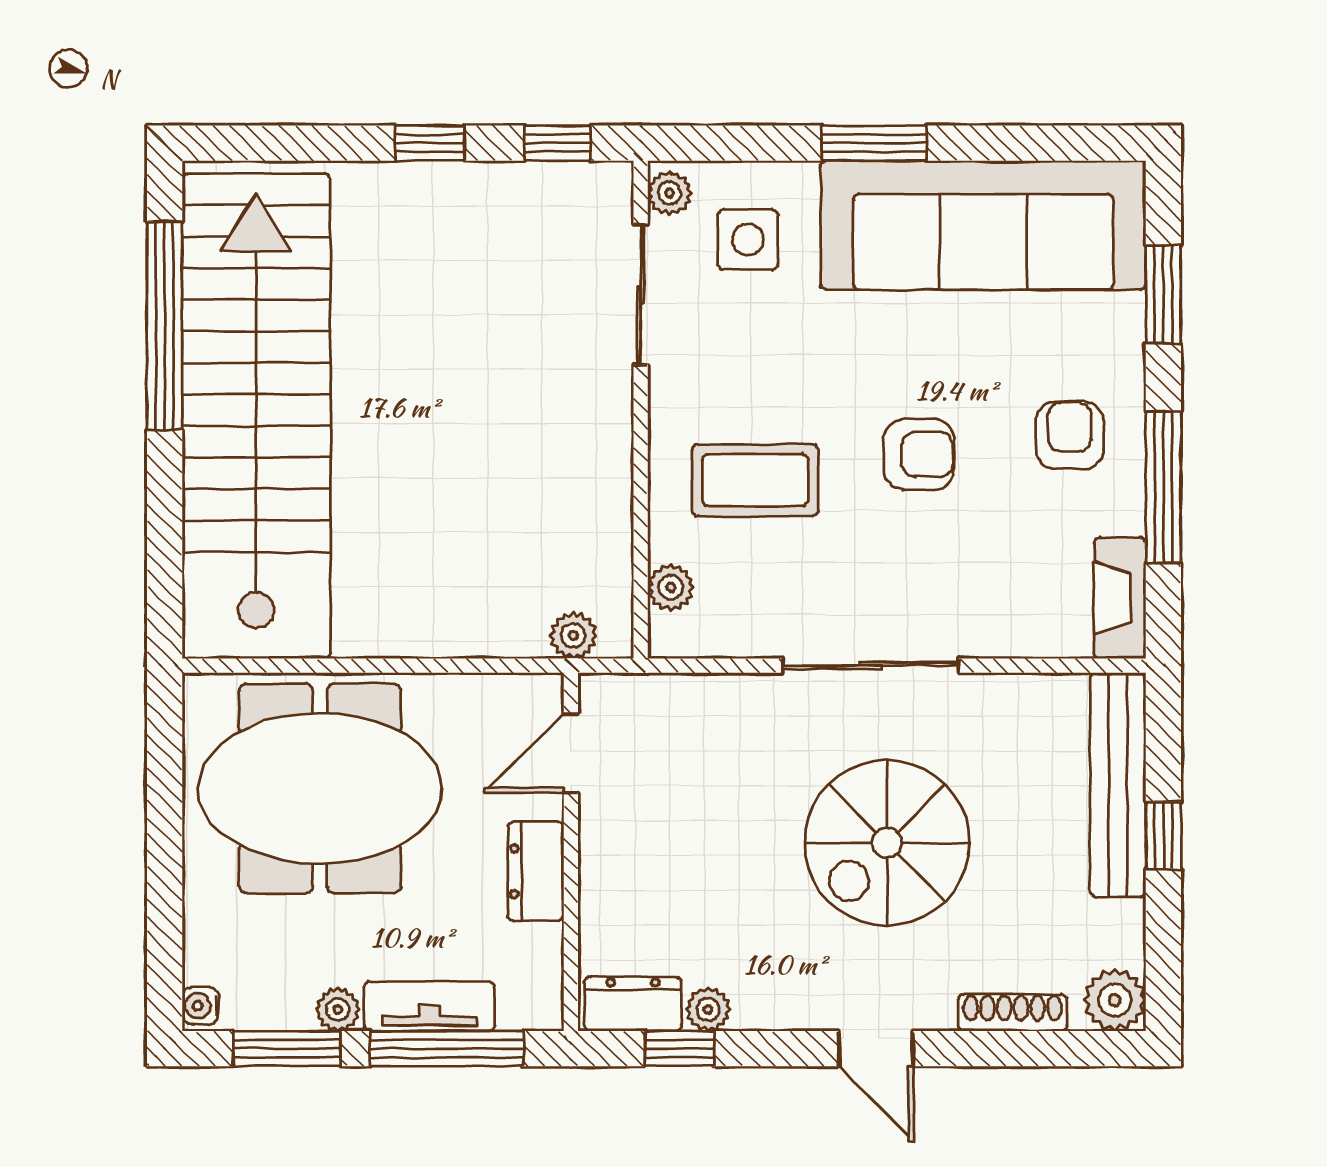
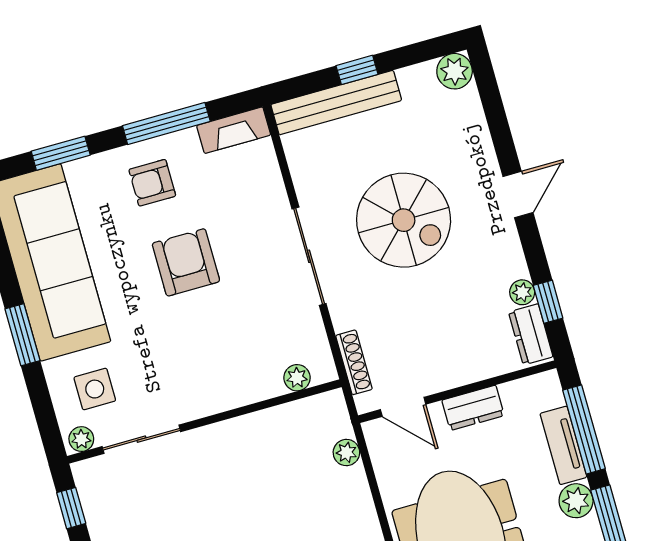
armchair: (919, 454) -> (186, 262), width x1.38, depth x1.38
coffee table: (755, 480) -> (225, 348), removed
plant: (573, 636) -> (346, 453), moved
plant: (338, 1010) -> (576, 501), width x1.38, depth x1.38
shoe rack: (1013, 1013) -> (354, 362), moved, turned 180

